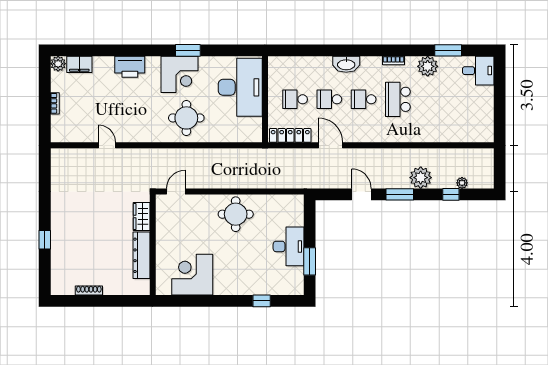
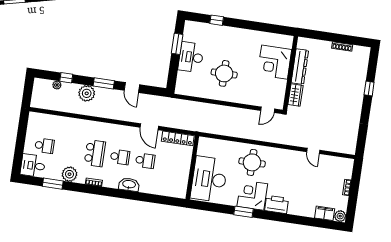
printer: (130, 67) -> (277, 204), moved
school desk: (295, 99) -> (44, 146), moved
round table: (236, 214) -> (224, 73), moved
corner desk: (192, 275) -> (275, 62), moved, turned 90

